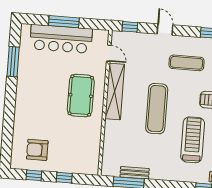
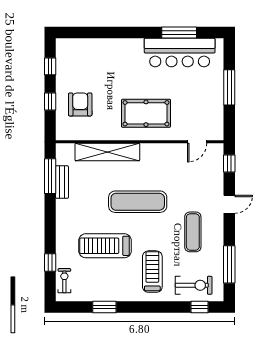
bar counter: (61, 39) -> (180, 53), moved, turned -90
shelving: (115, 91) -> (107, 152), moved
treadmill: (193, 140) -> (105, 246), turned 180
armchair: (37, 150) -> (80, 104), moved

